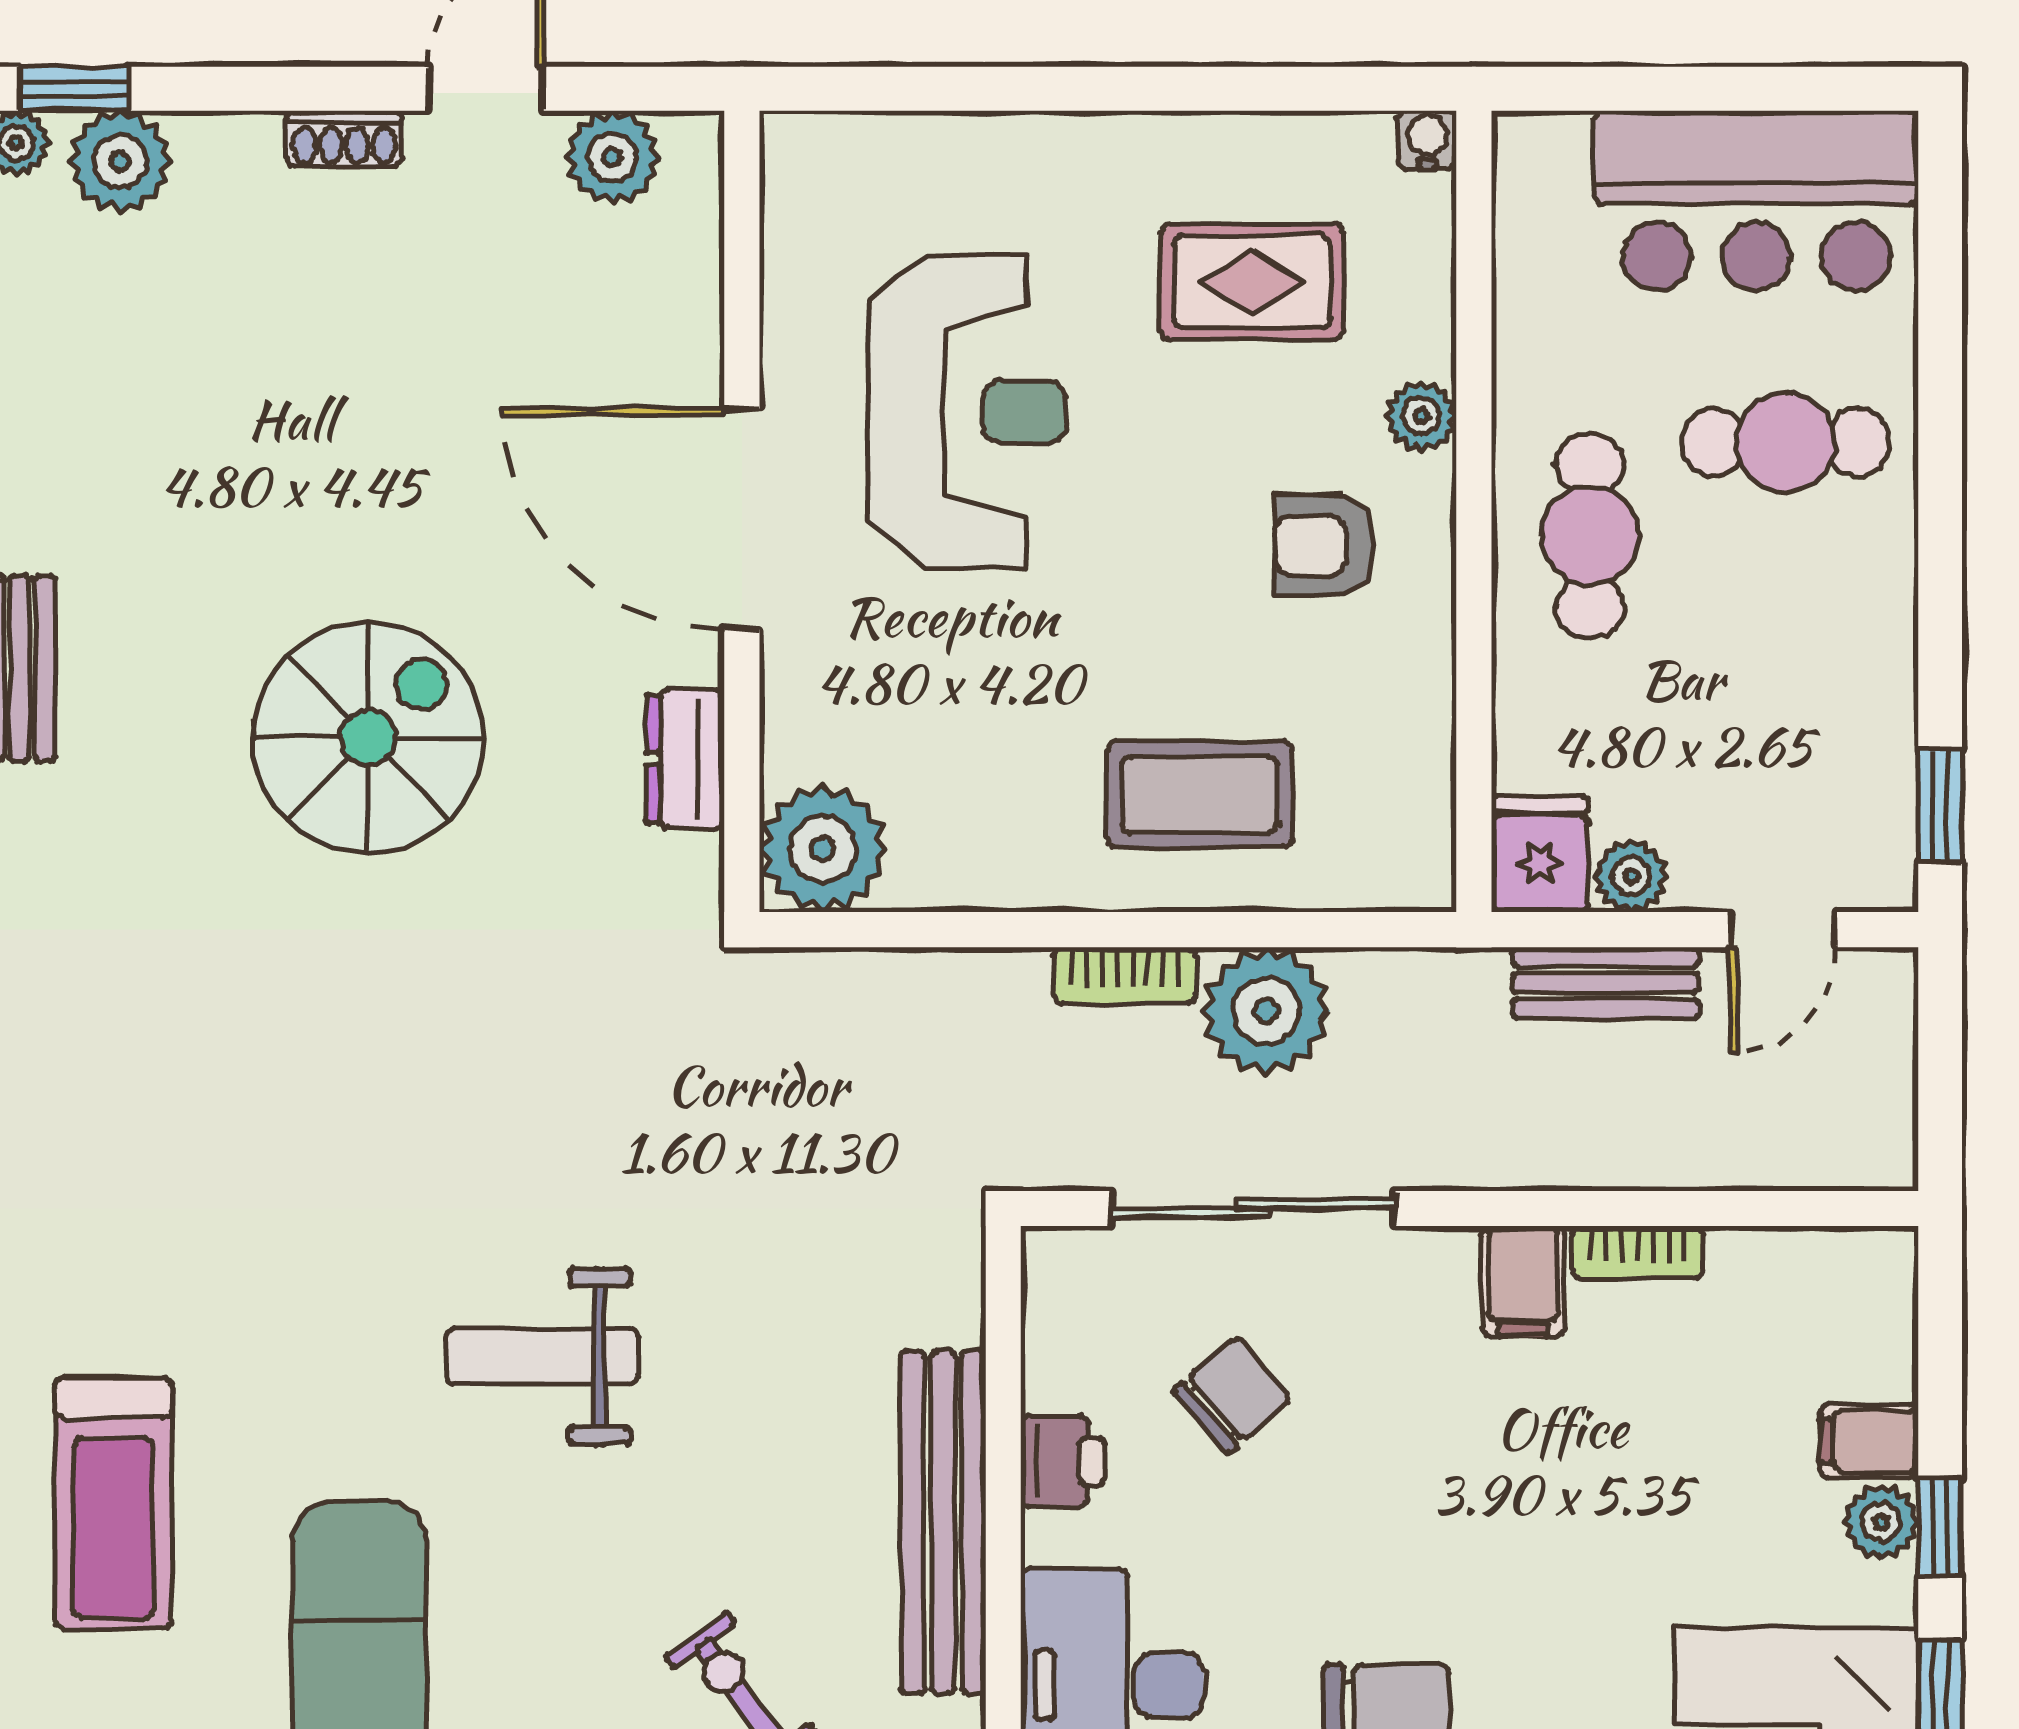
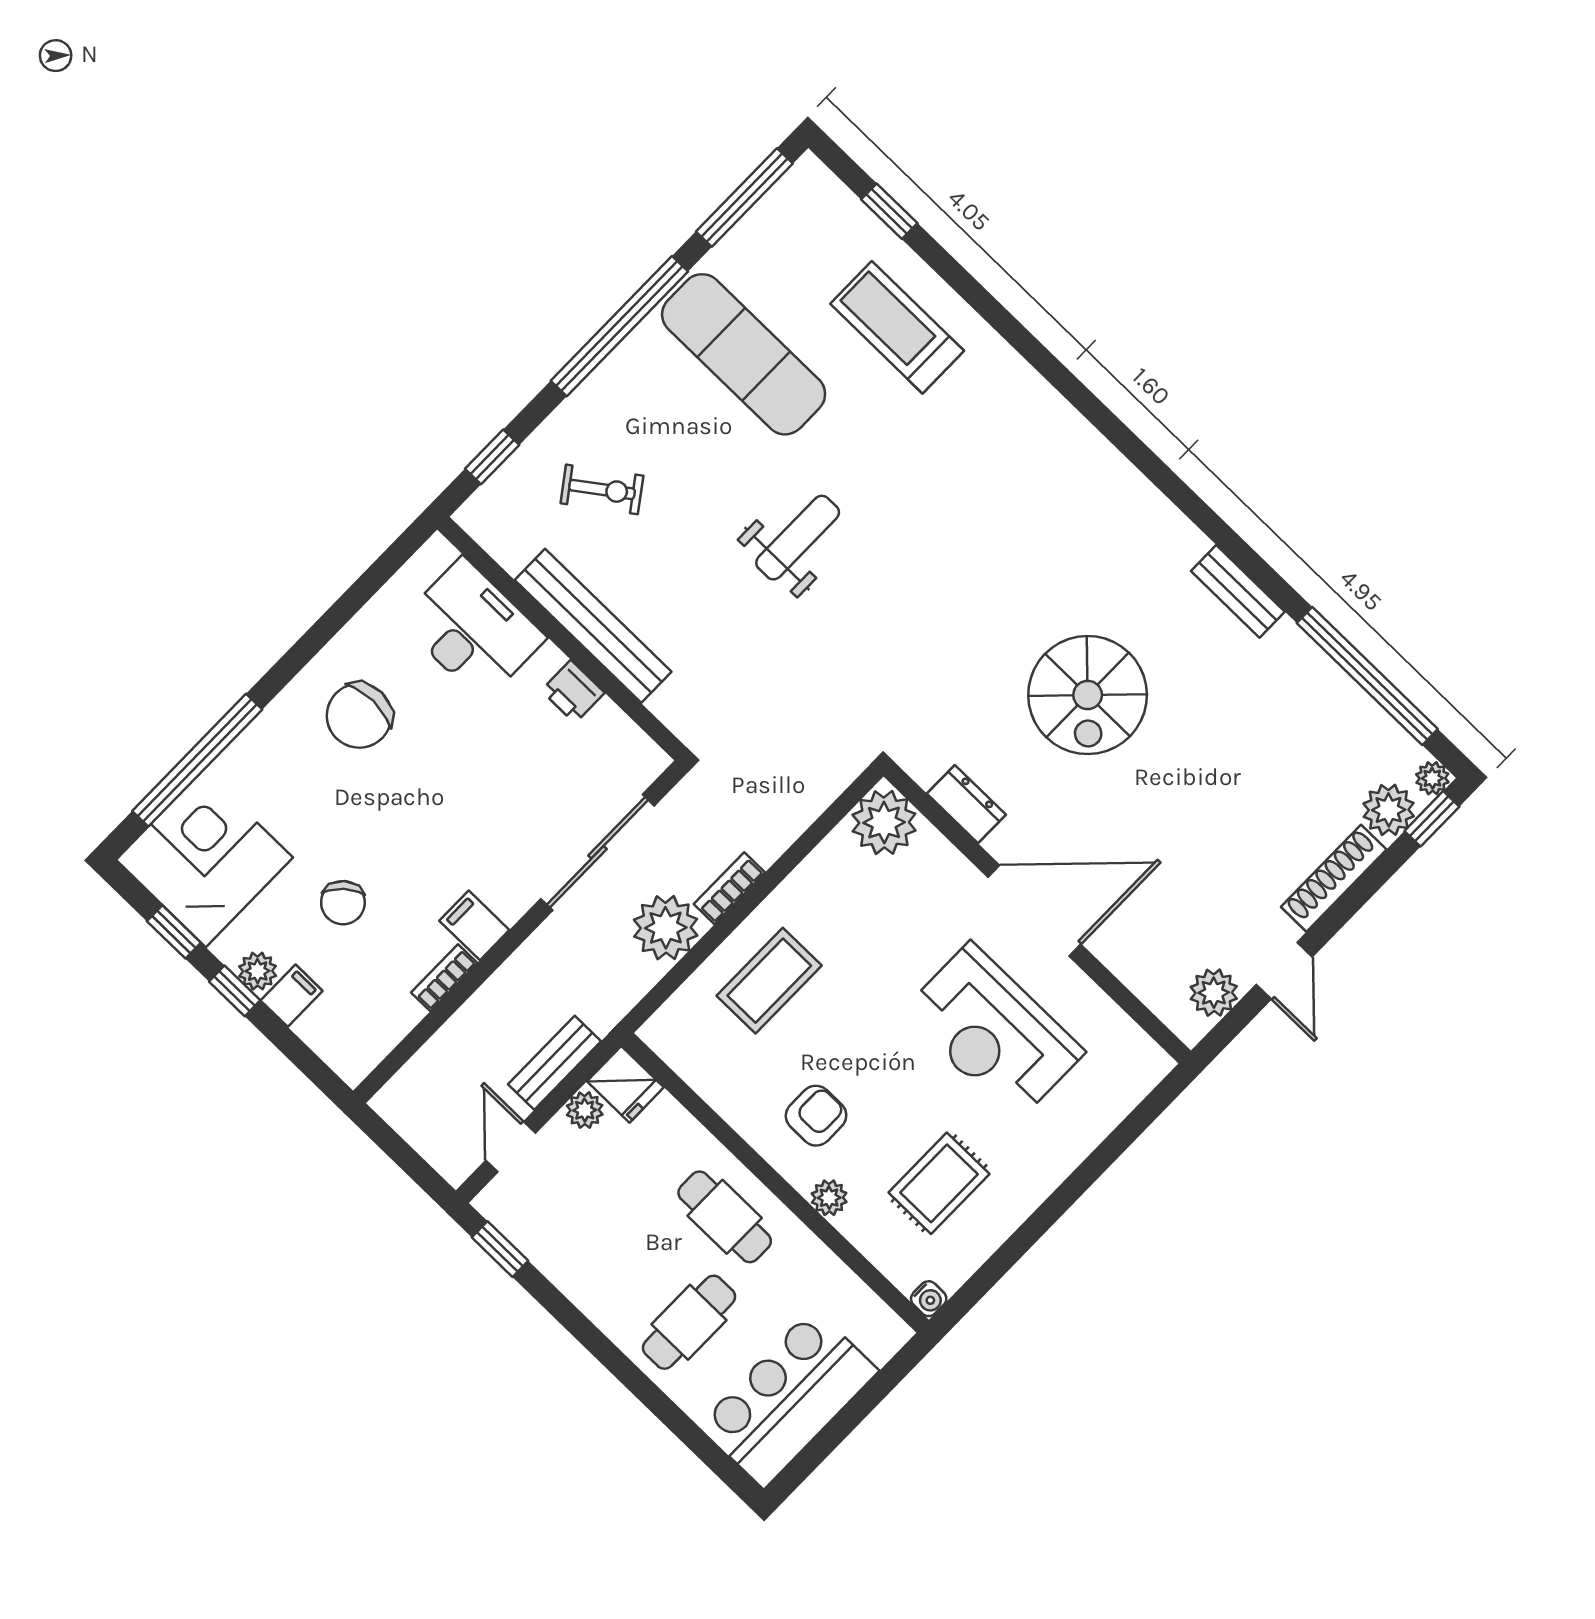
shoe rack: (344, 139) -> (1334, 878), width x1.94, depth x1.24
chair: (1232, 1395) -> (343, 903), moved

